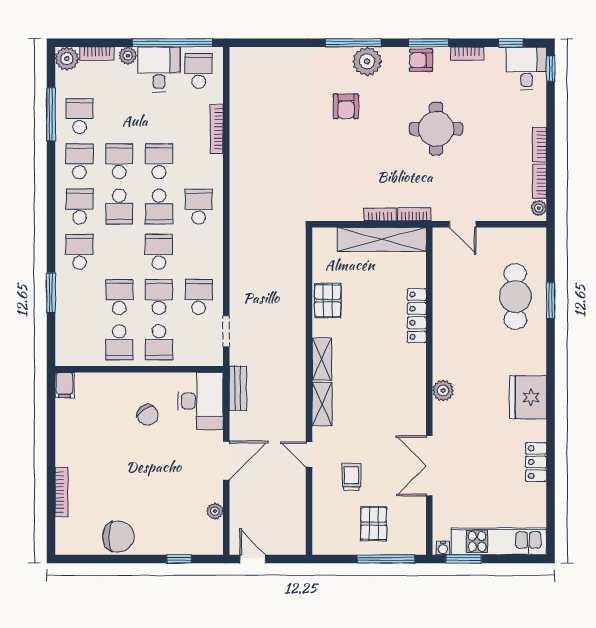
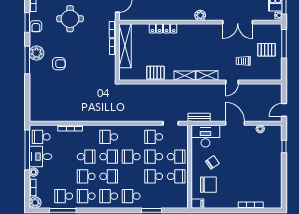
school desk: (159, 161) -> (86, 157), turned 180
chair: (118, 537) -> (208, 185), moved, turned 90

